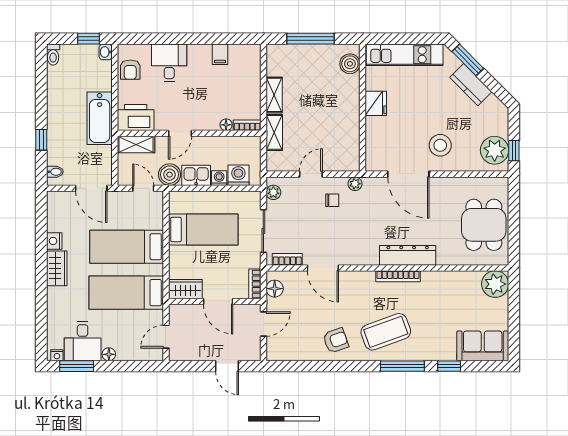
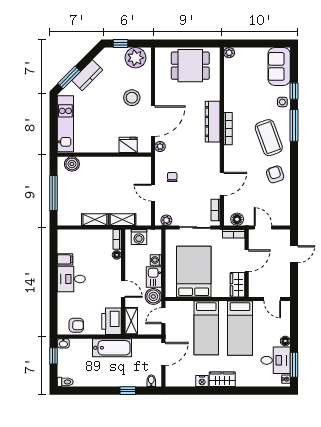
desk: (169, 63) -> (71, 279), moved
fridge: (376, 103) -> (128, 145), moved
window: (514, 151) -> (120, 44), moved
washing machine: (238, 175) -> (139, 237), moved, turned -90
plant: (355, 184) -> (160, 147), moved
bed: (203, 229) -> (194, 272), width x1.50
plant: (495, 284) -> (229, 53), width x0.53, depth x0.53
side table: (434, 350) -> (282, 102), added

